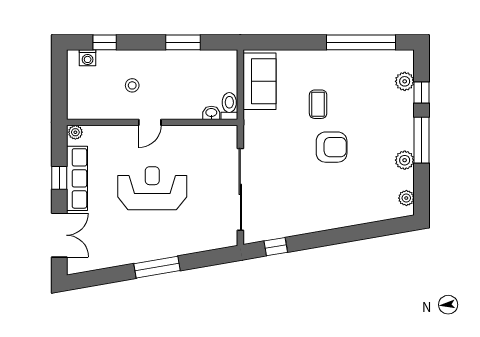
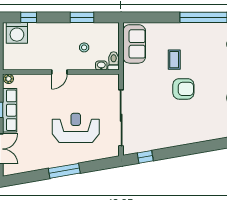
washing machine: (88, 58) -> (17, 33), width x1.89, depth x1.89
stool: (132, 85) -> (84, 47), moved
reception desk: (152, 188) -> (76, 128), moved

